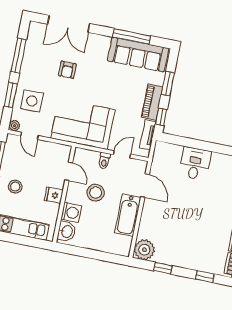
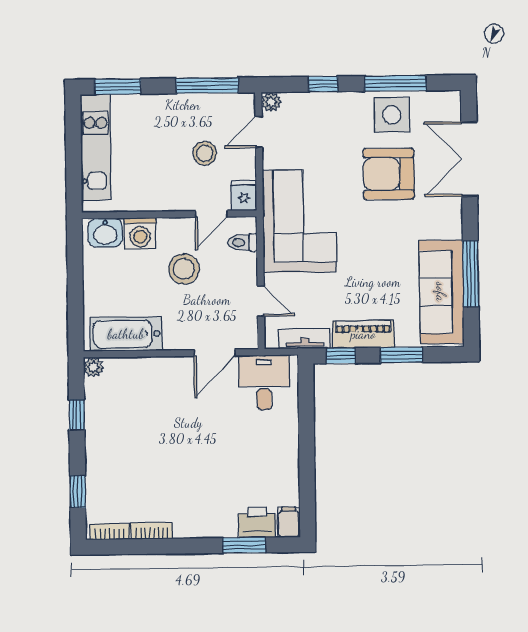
armchair: (67, 70) -> (389, 174), width x1.88, depth x1.88
window: (11, 95) -> (323, 84), width x0.67
side table: (32, 101) -> (392, 115), moved
toilet: (104, 161) -> (243, 243), moved
desk: (195, 164) -> (264, 382), moved, turned -90
stool: (15, 187) -> (205, 153), moved
fridge: (54, 195) -> (244, 196), moved
bathtub: (128, 215) -> (126, 334), moved
plant: (144, 250) -> (93, 367), width x0.53, depth x0.53

